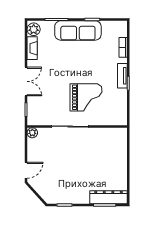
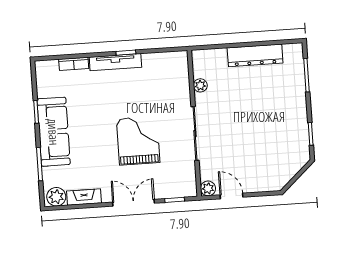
tv unit: (122, 76) -> (115, 62), width x1.41
grand piano: (86, 97) -> (138, 141), moved
plant: (103, 132) -> (200, 85), added
door: (26, 170) -> (231, 196), moved
dresser: (109, 197) -> (255, 55), moved, turned -90

